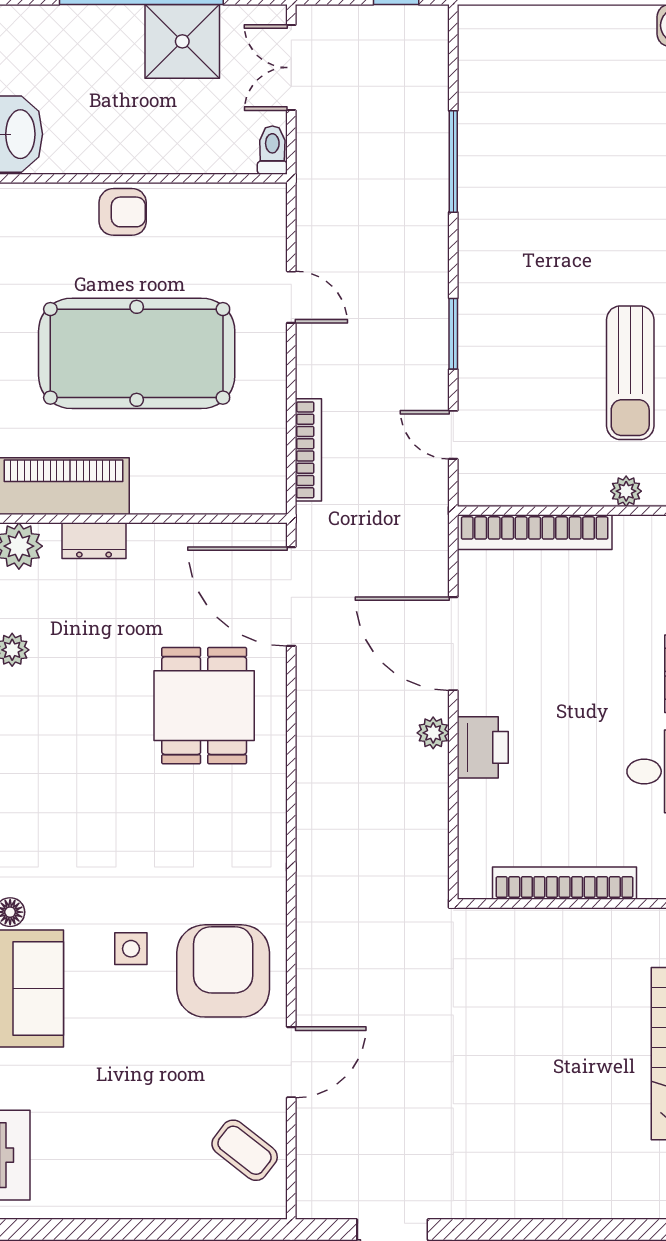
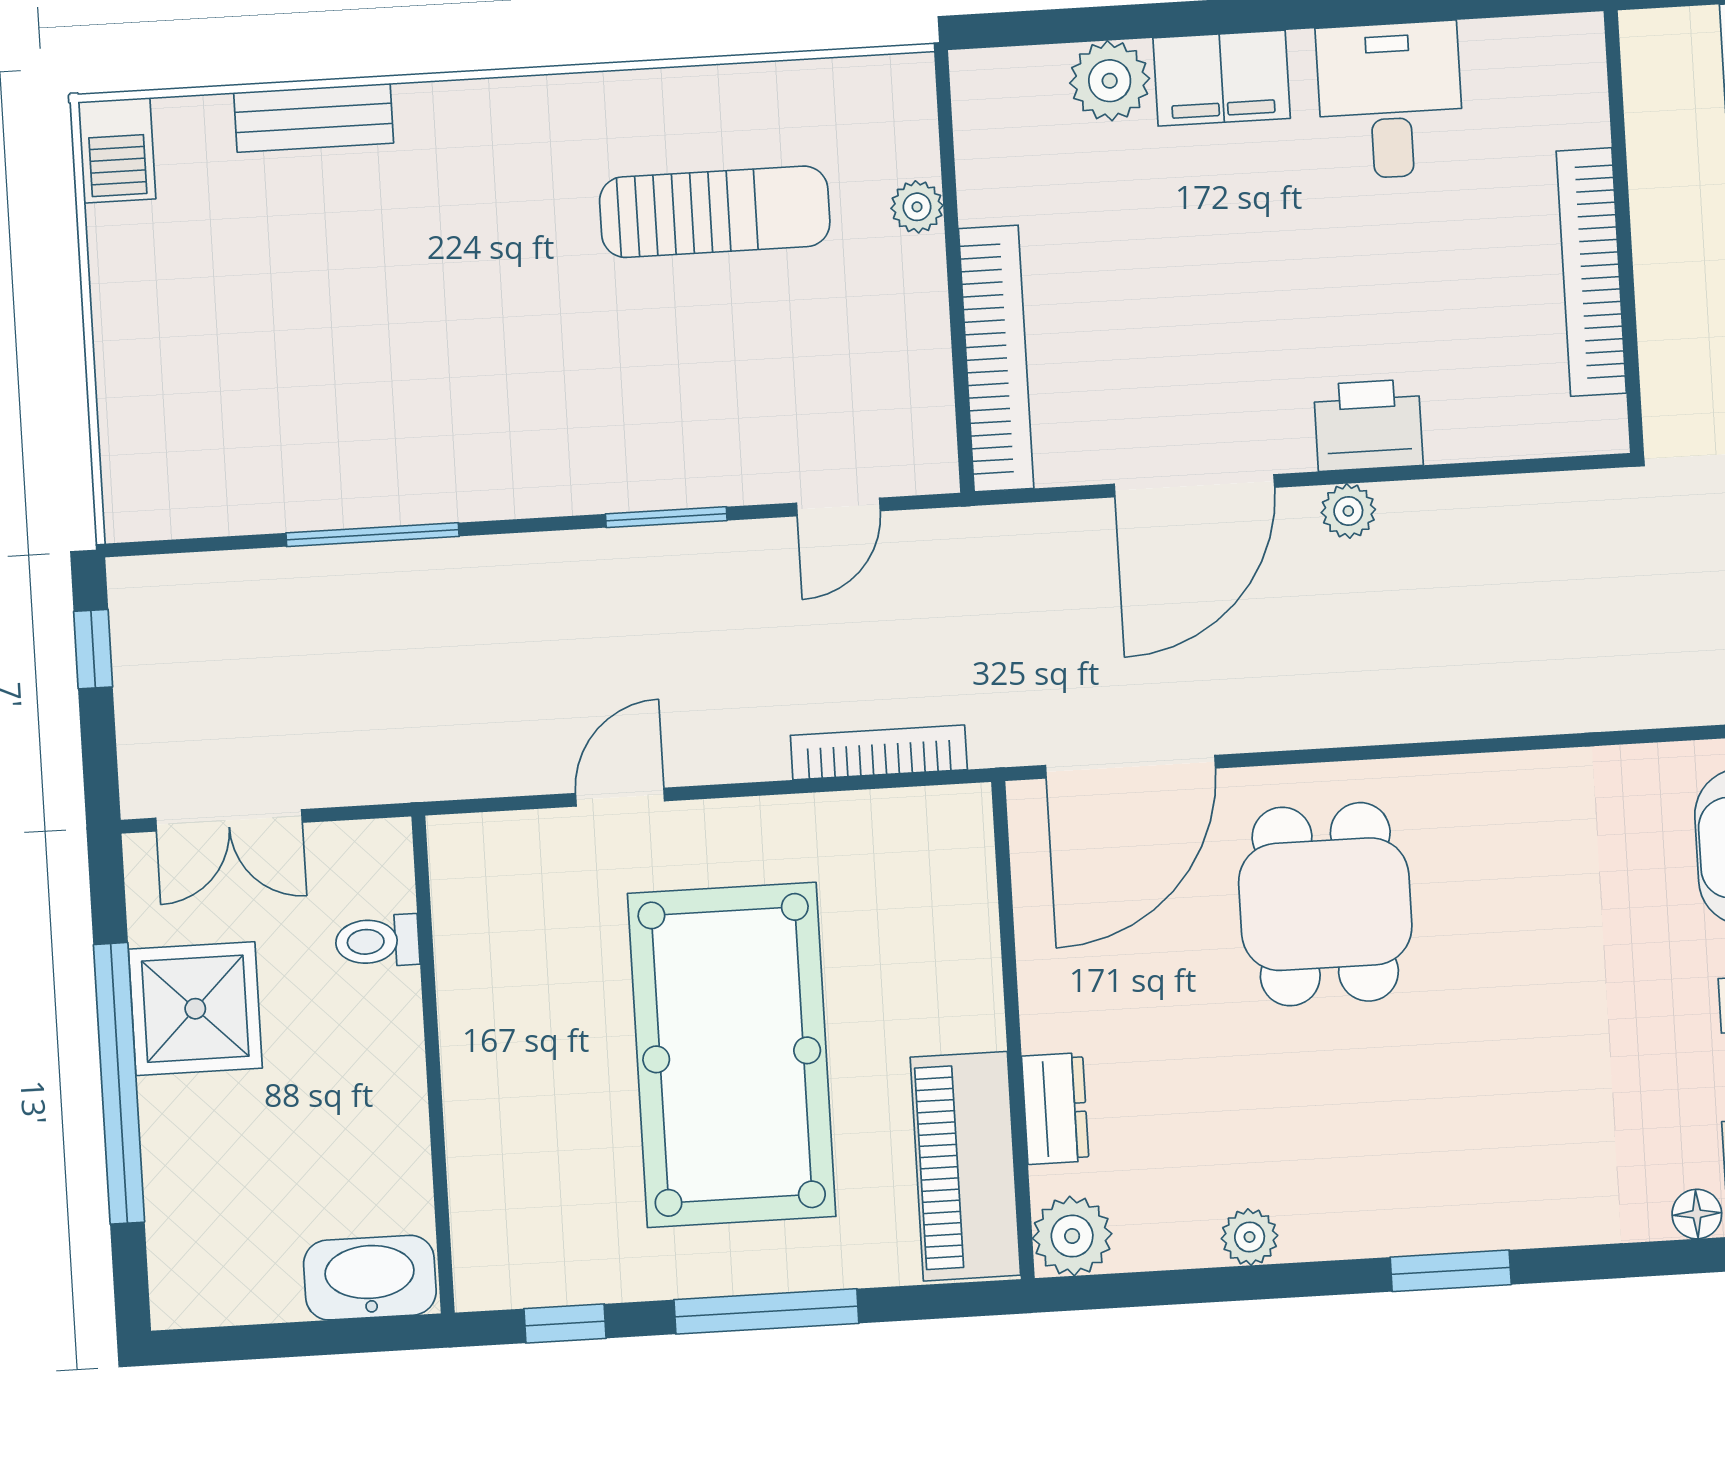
toilet: (272, 150) -> (377, 941), moved
armchair: (123, 212) -> (492, 1093), removed
dining table: (204, 706) -> (1325, 904), turned 90

